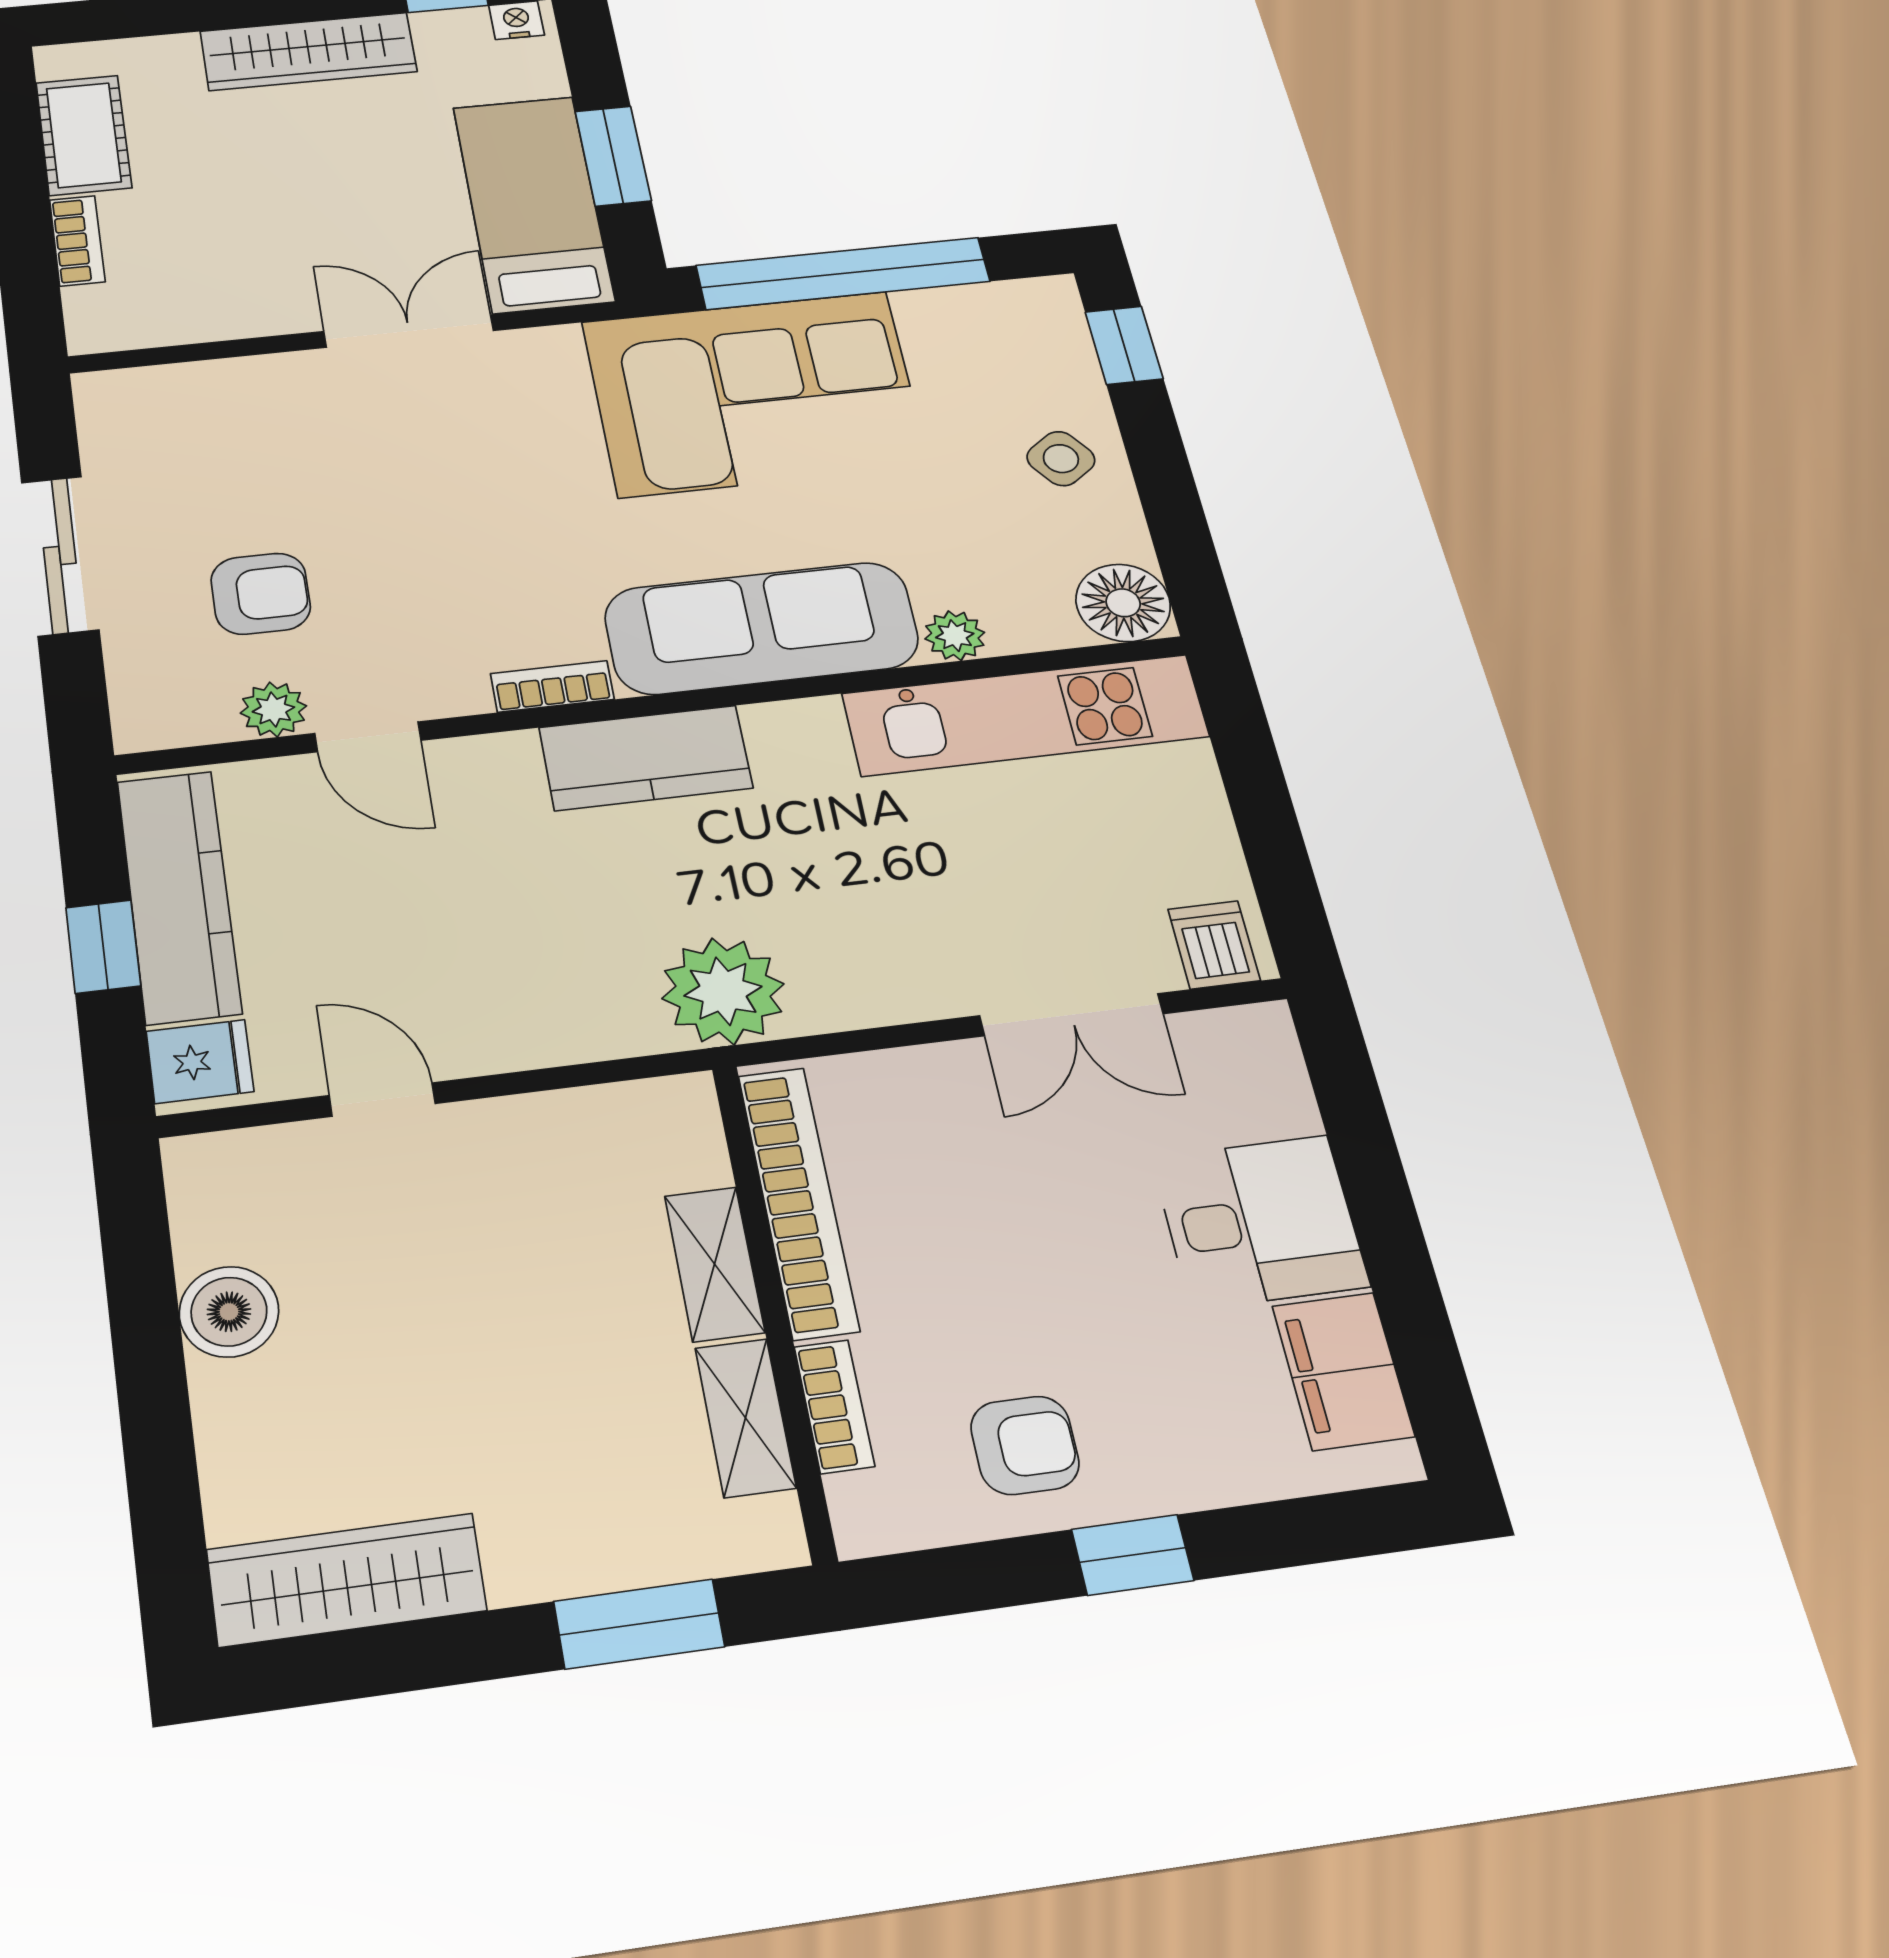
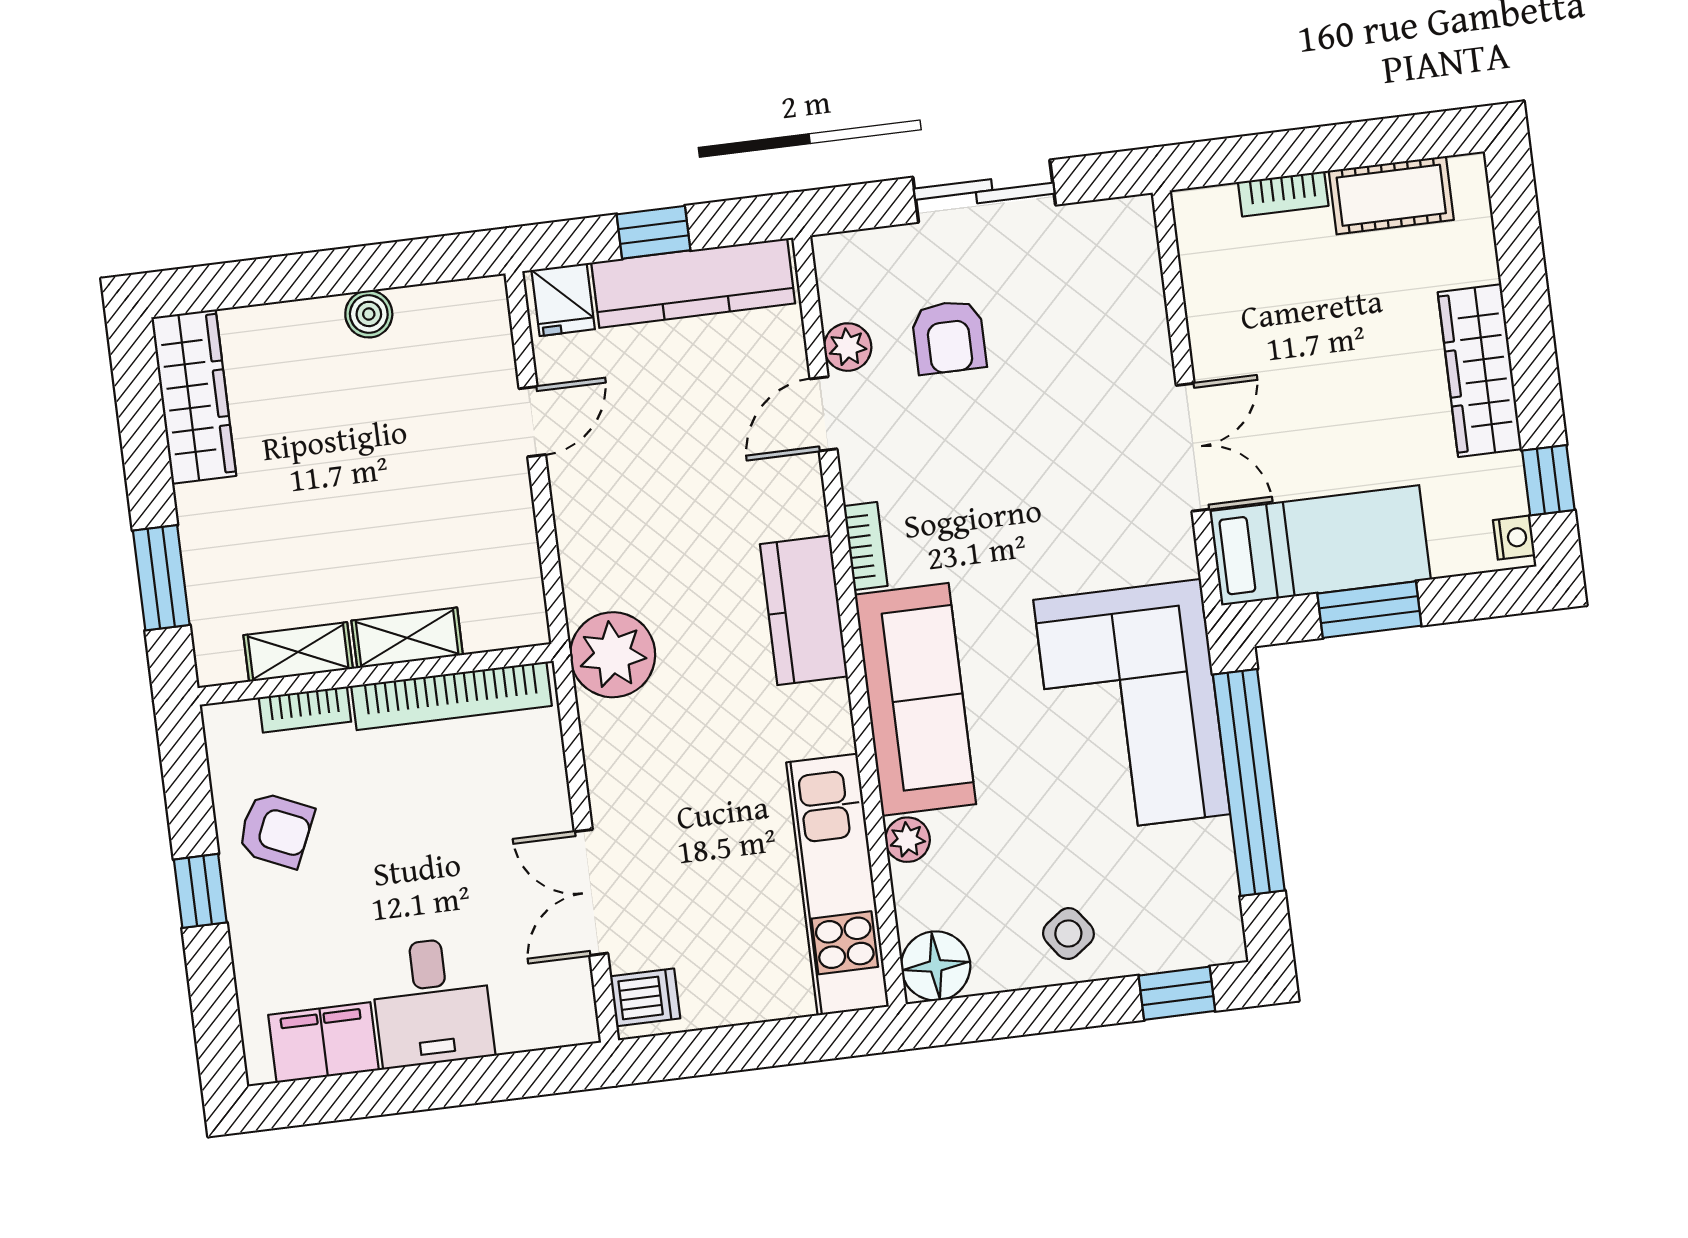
boiler: (229, 1312) -> (369, 314), width x0.73, depth x0.73
armchair: (1025, 1445) -> (276, 830), turned -66

